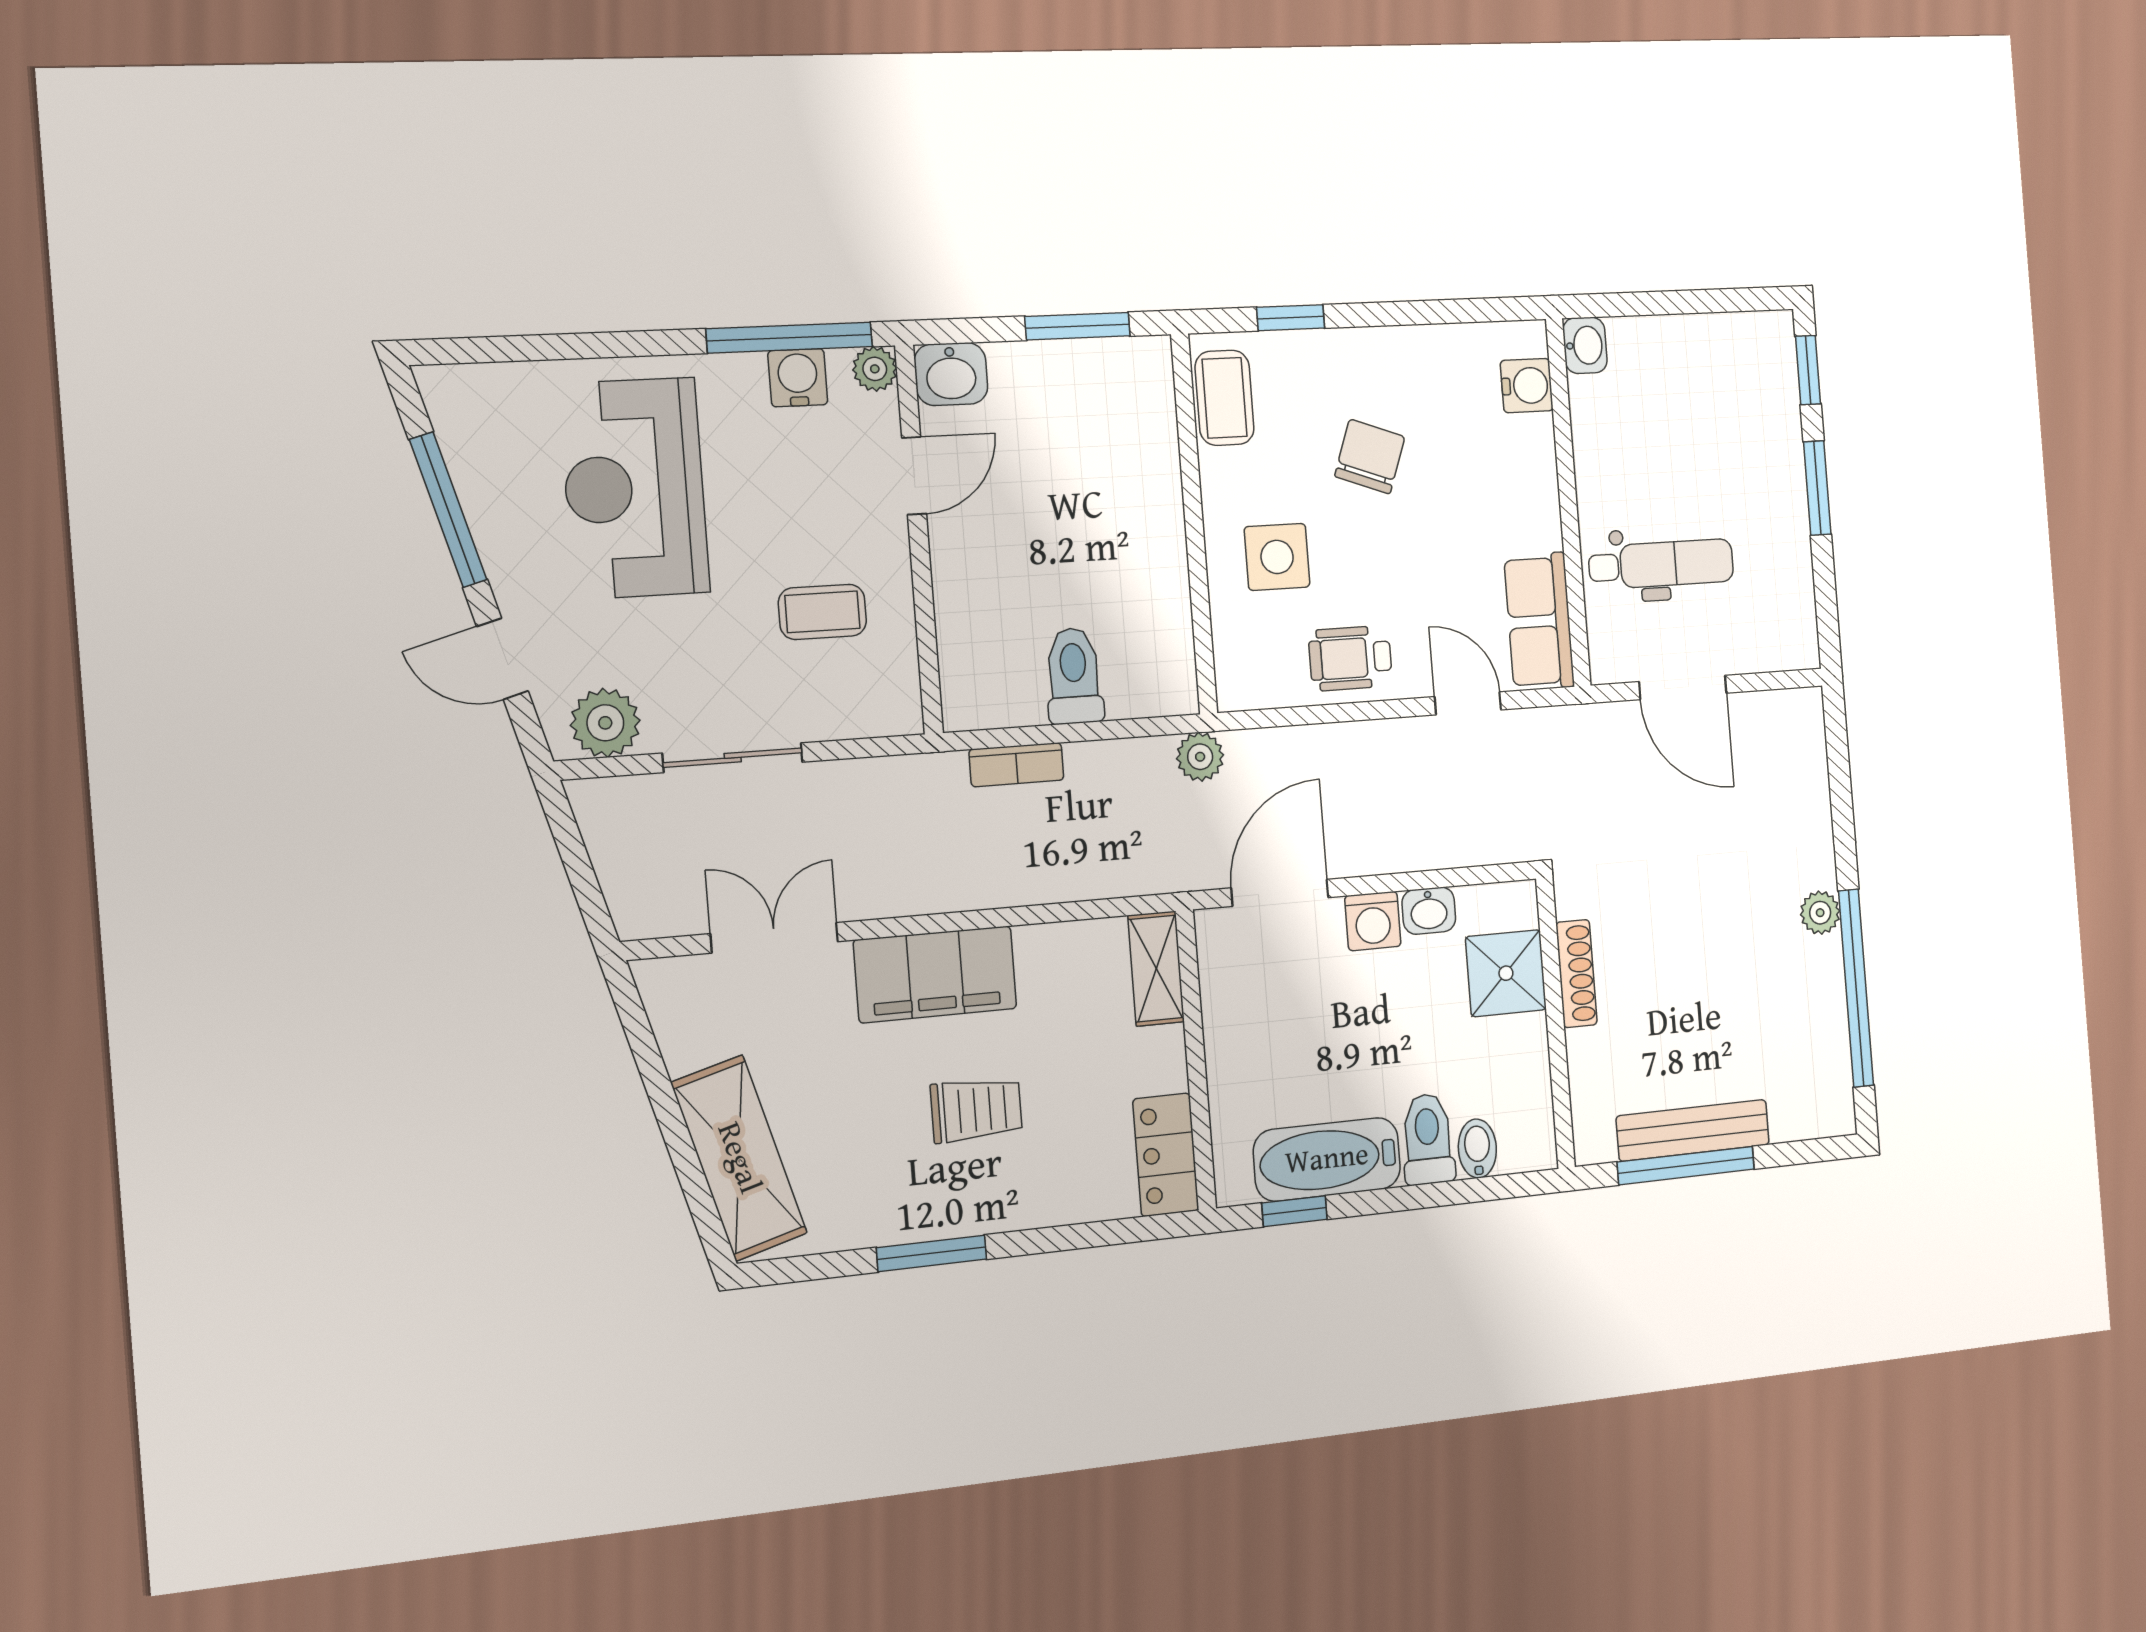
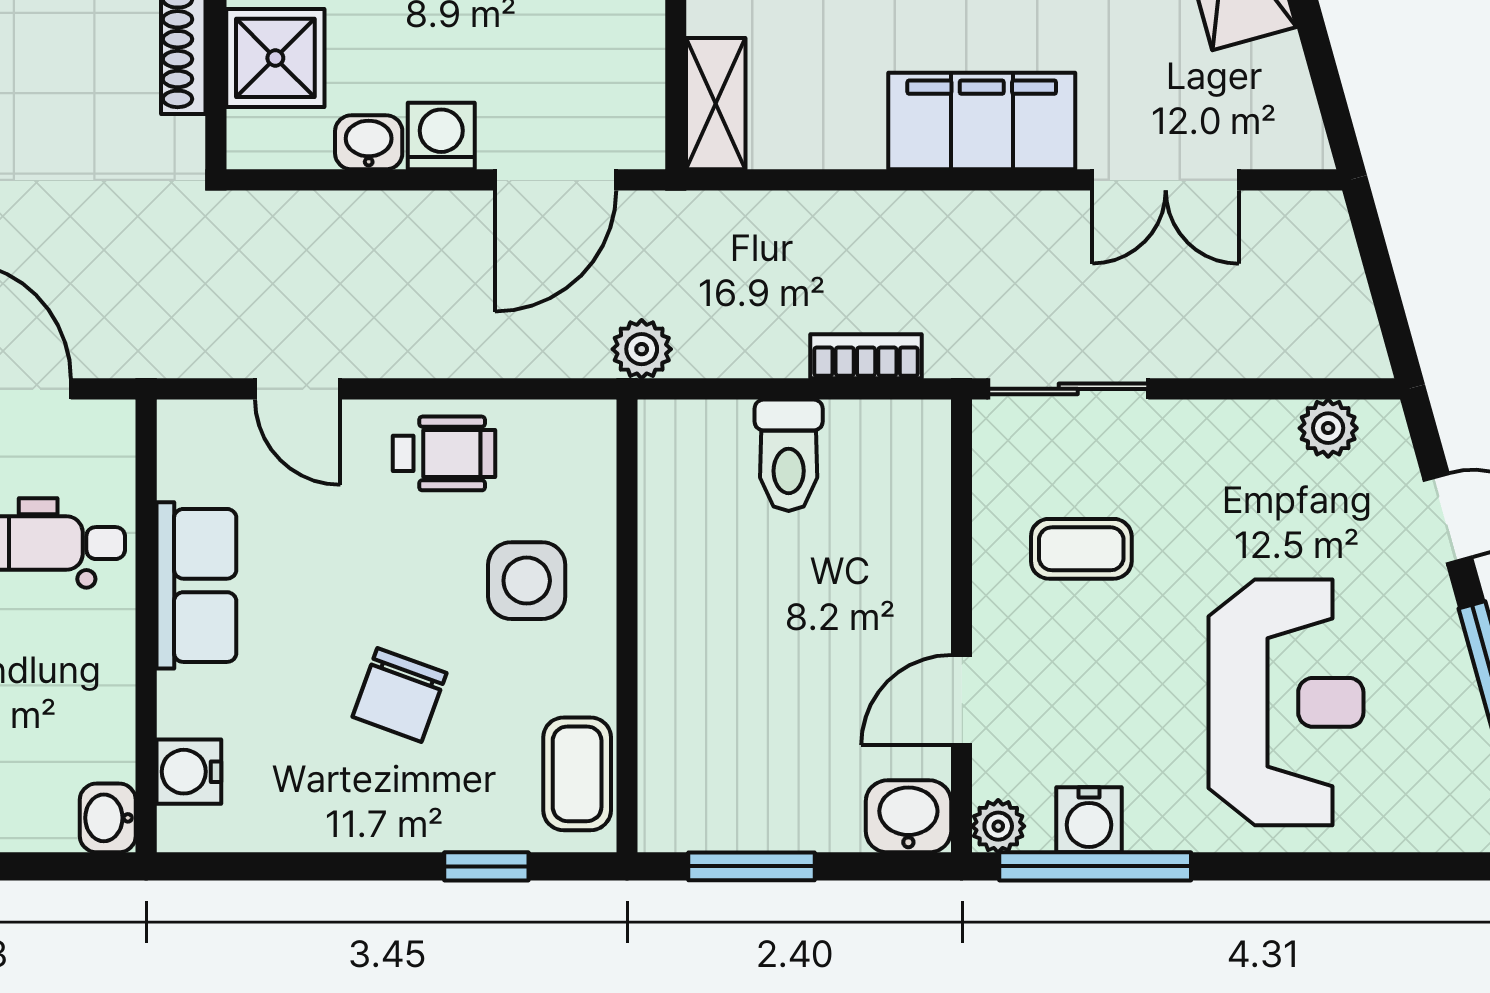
row of seats: (1539, 621) -> (196, 585), moved
plant: (605, 723) -> (1328, 428), width x0.73, depth x0.73
sliding door: (733, 758) -> (1068, 389), moved

